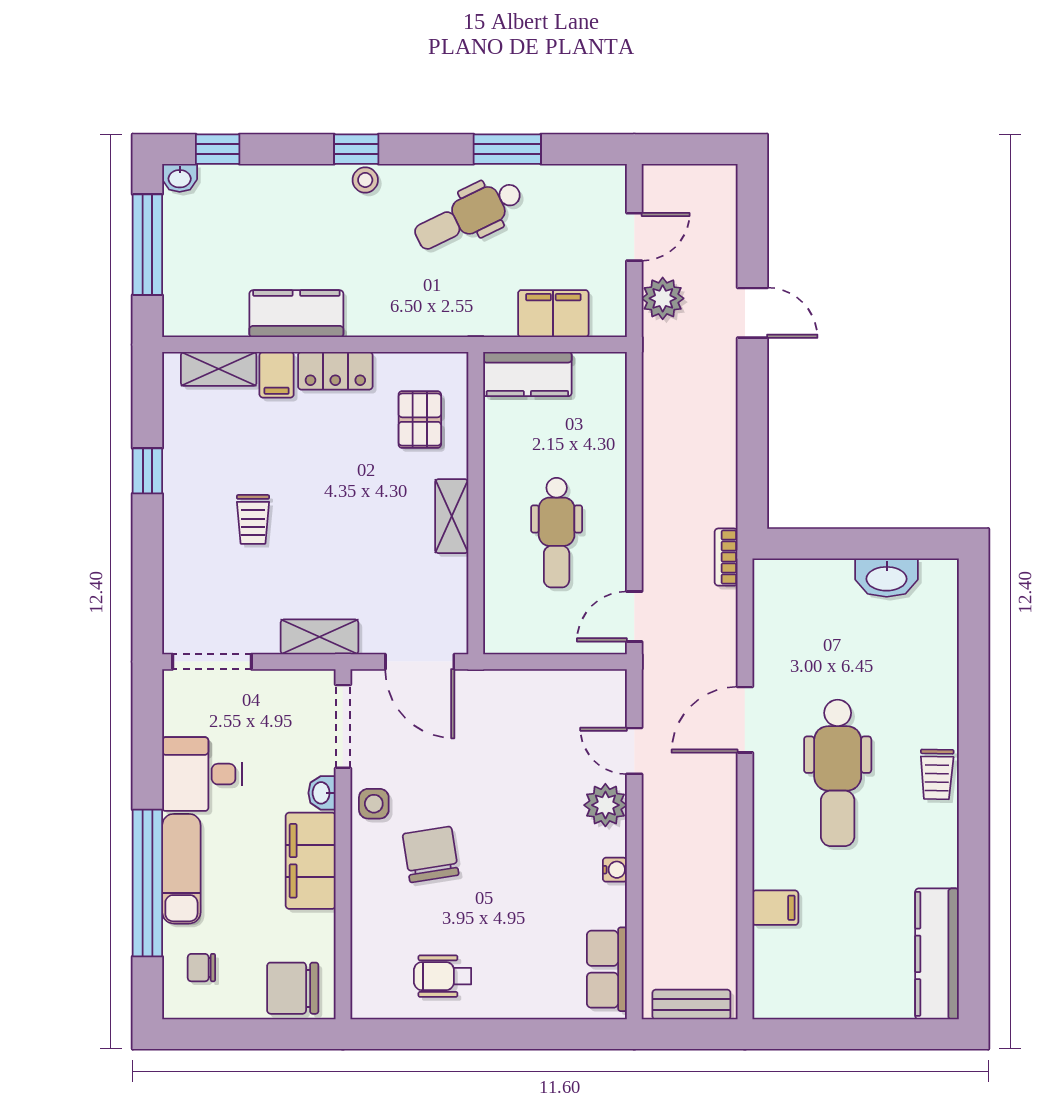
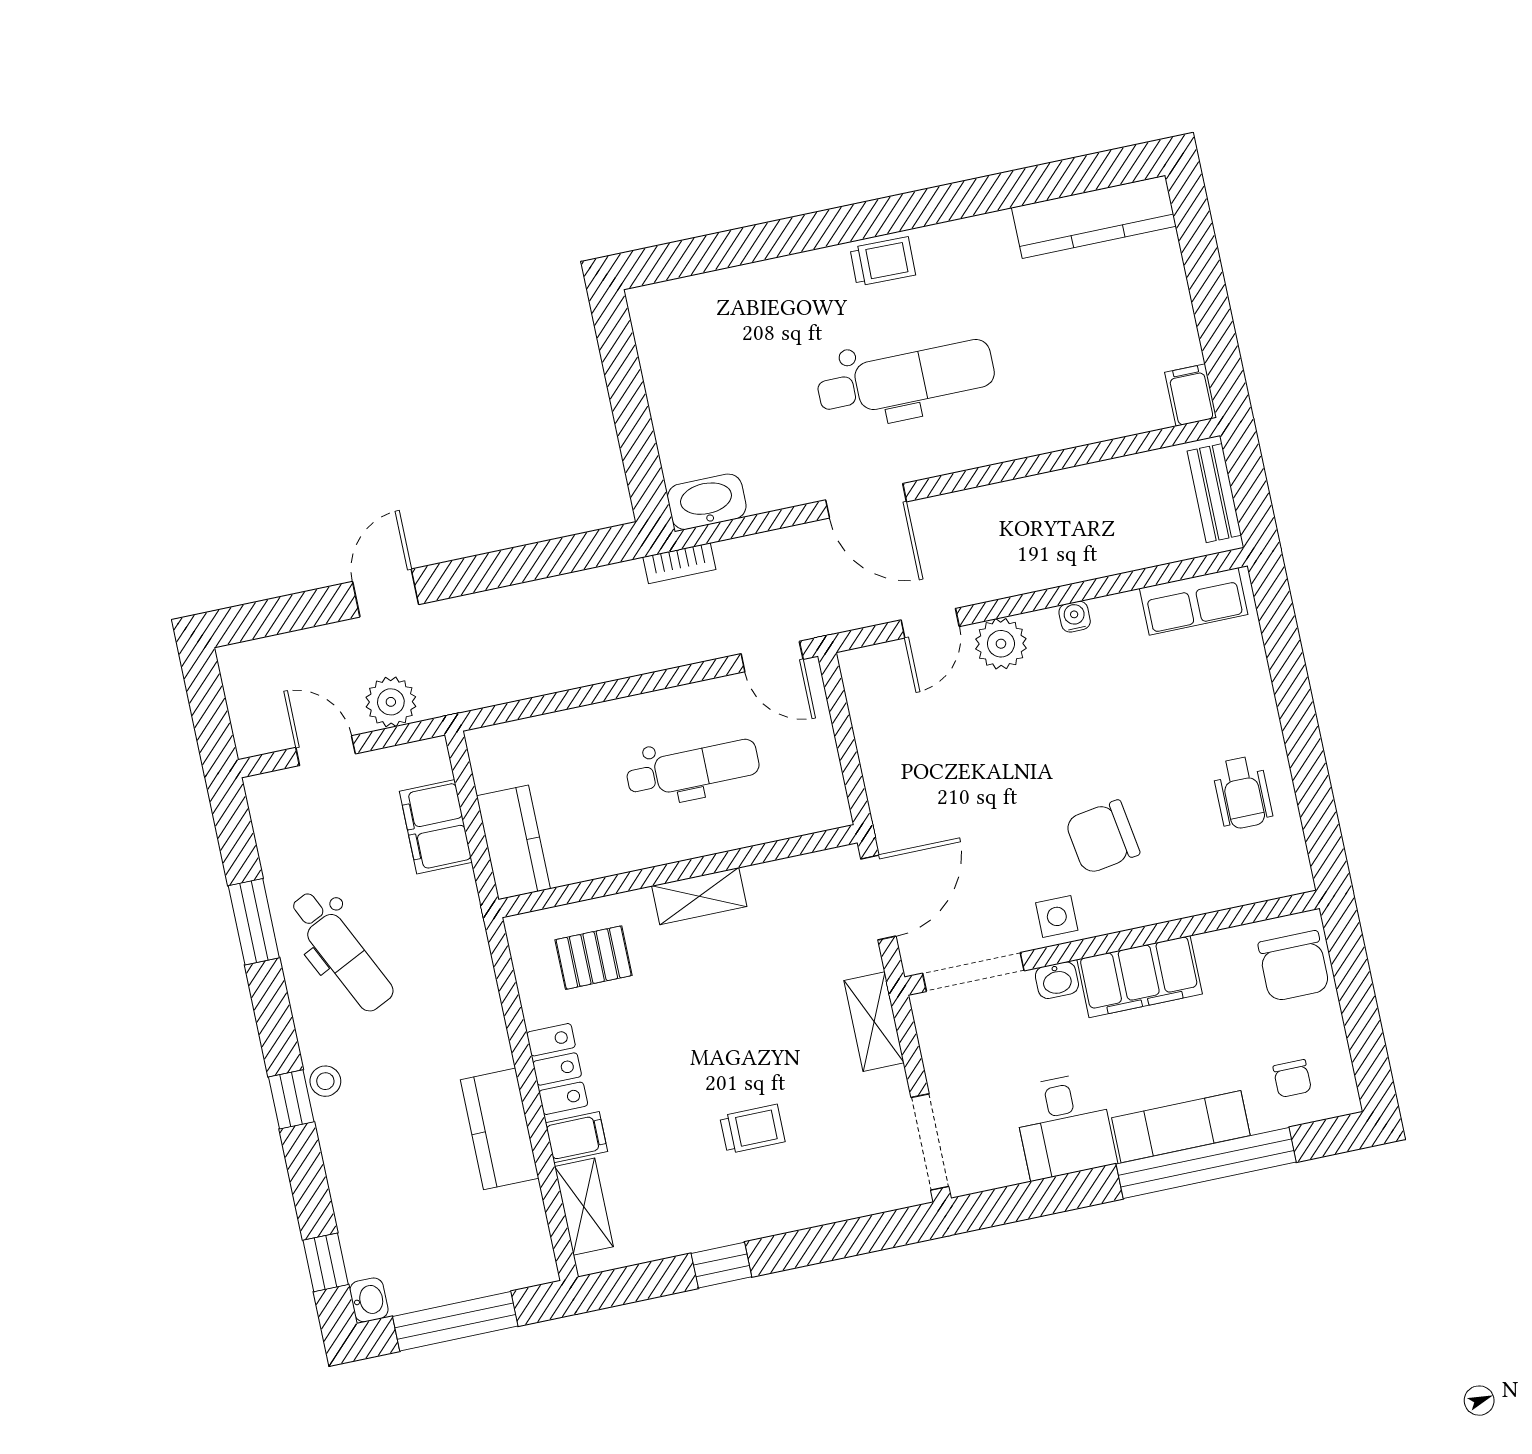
washbasin: (887, 578) -> (707, 502), moved, turned -90
filing cabinet: (775, 908) -> (1191, 395), moved

